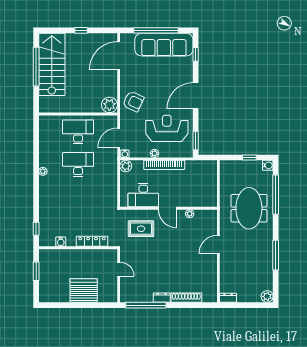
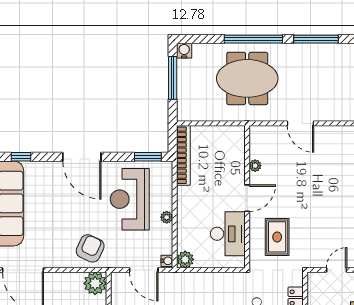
window: (249, 157) -> (173, 78), width x2.17
bookcase: (164, 165) -> (183, 155), moved
window: (276, 195) -> (253, 39), moved

